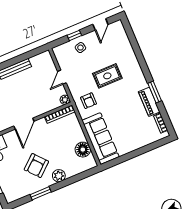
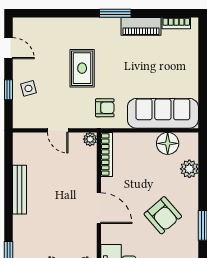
window: (155, 92) -> (115, 13), moved
plant: (59, 176) -> (189, 169), moved

